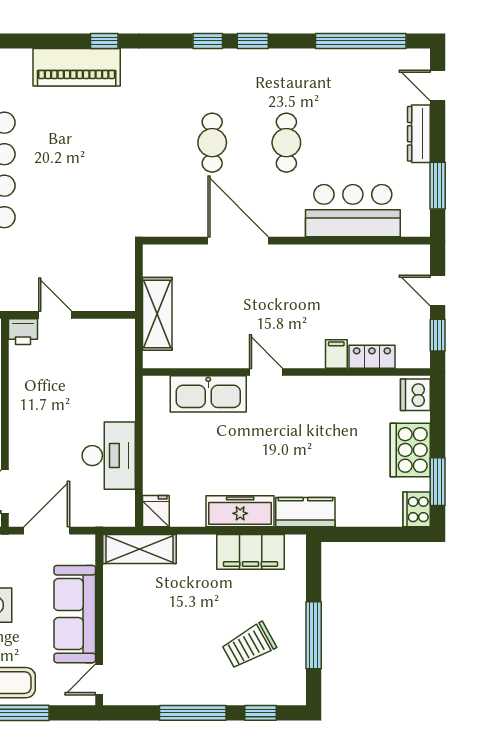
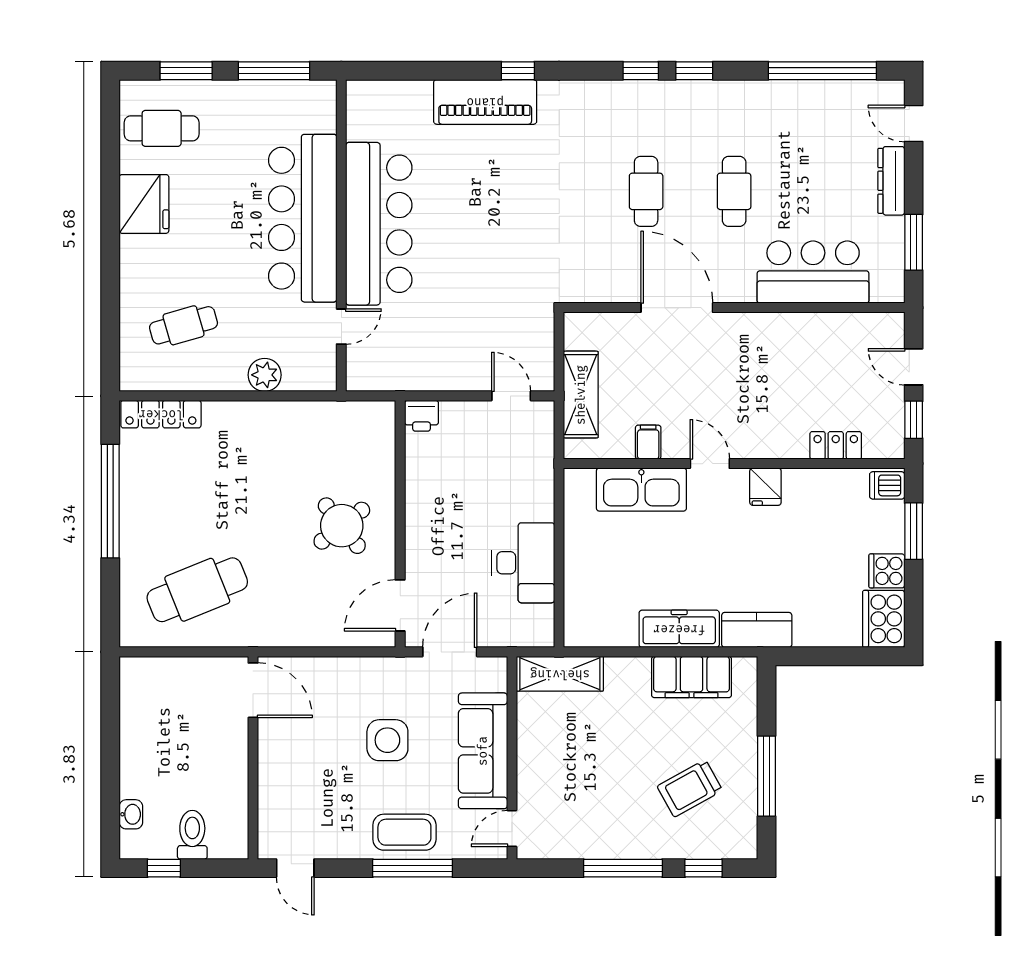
door: (55, 315) -> (511, 396), moved
filing cabinet: (336, 354) -> (648, 442), moved
dishwasher: (415, 395) -> (887, 485), width x0.73
cooker: (410, 450) -> (887, 571), width x0.53, depth x0.76
window: (438, 482) -> (914, 531), moved
cooker: (417, 509) -> (884, 619), width x1.37, depth x1.31
fridge: (156, 511) -> (765, 487), moved, turned 180

